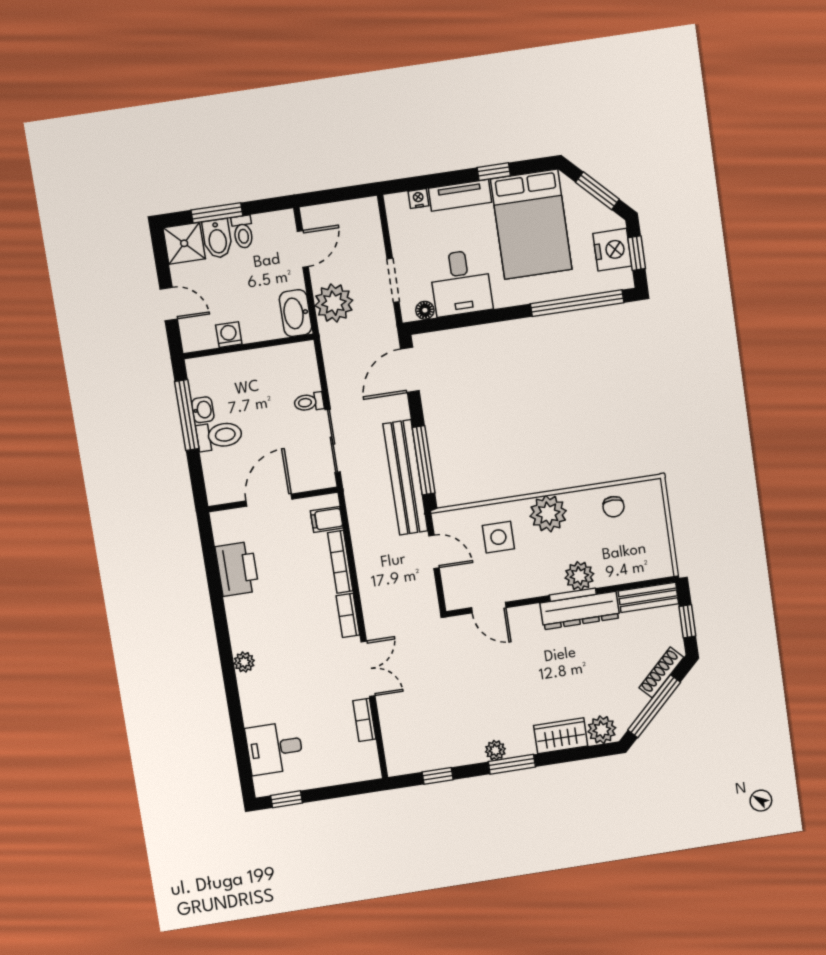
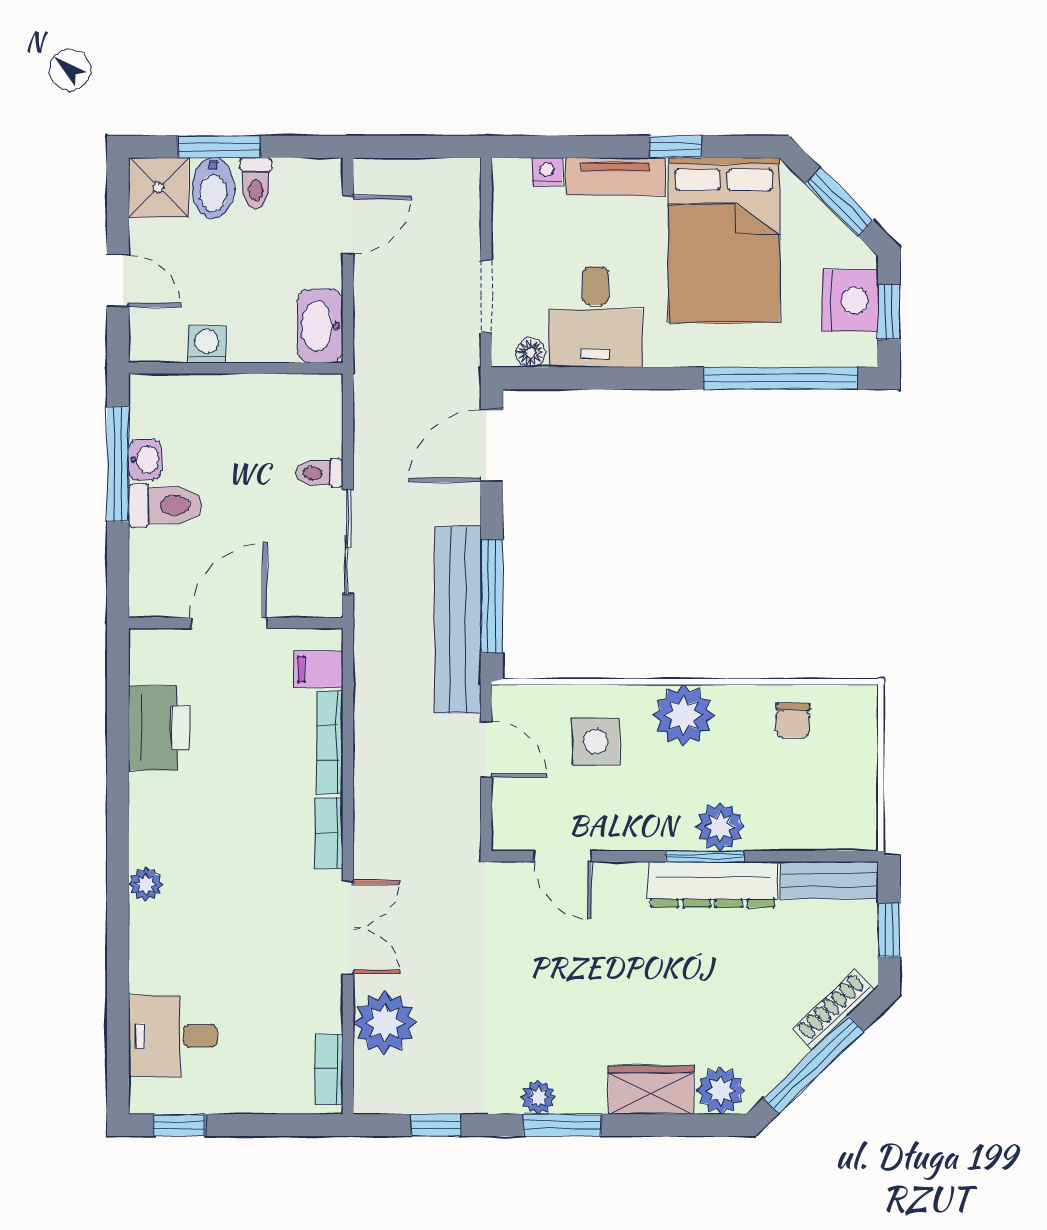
plant: (334, 303) -> (385, 1023), moved
bookcase: (364, 720) -> (329, 1070), moved

